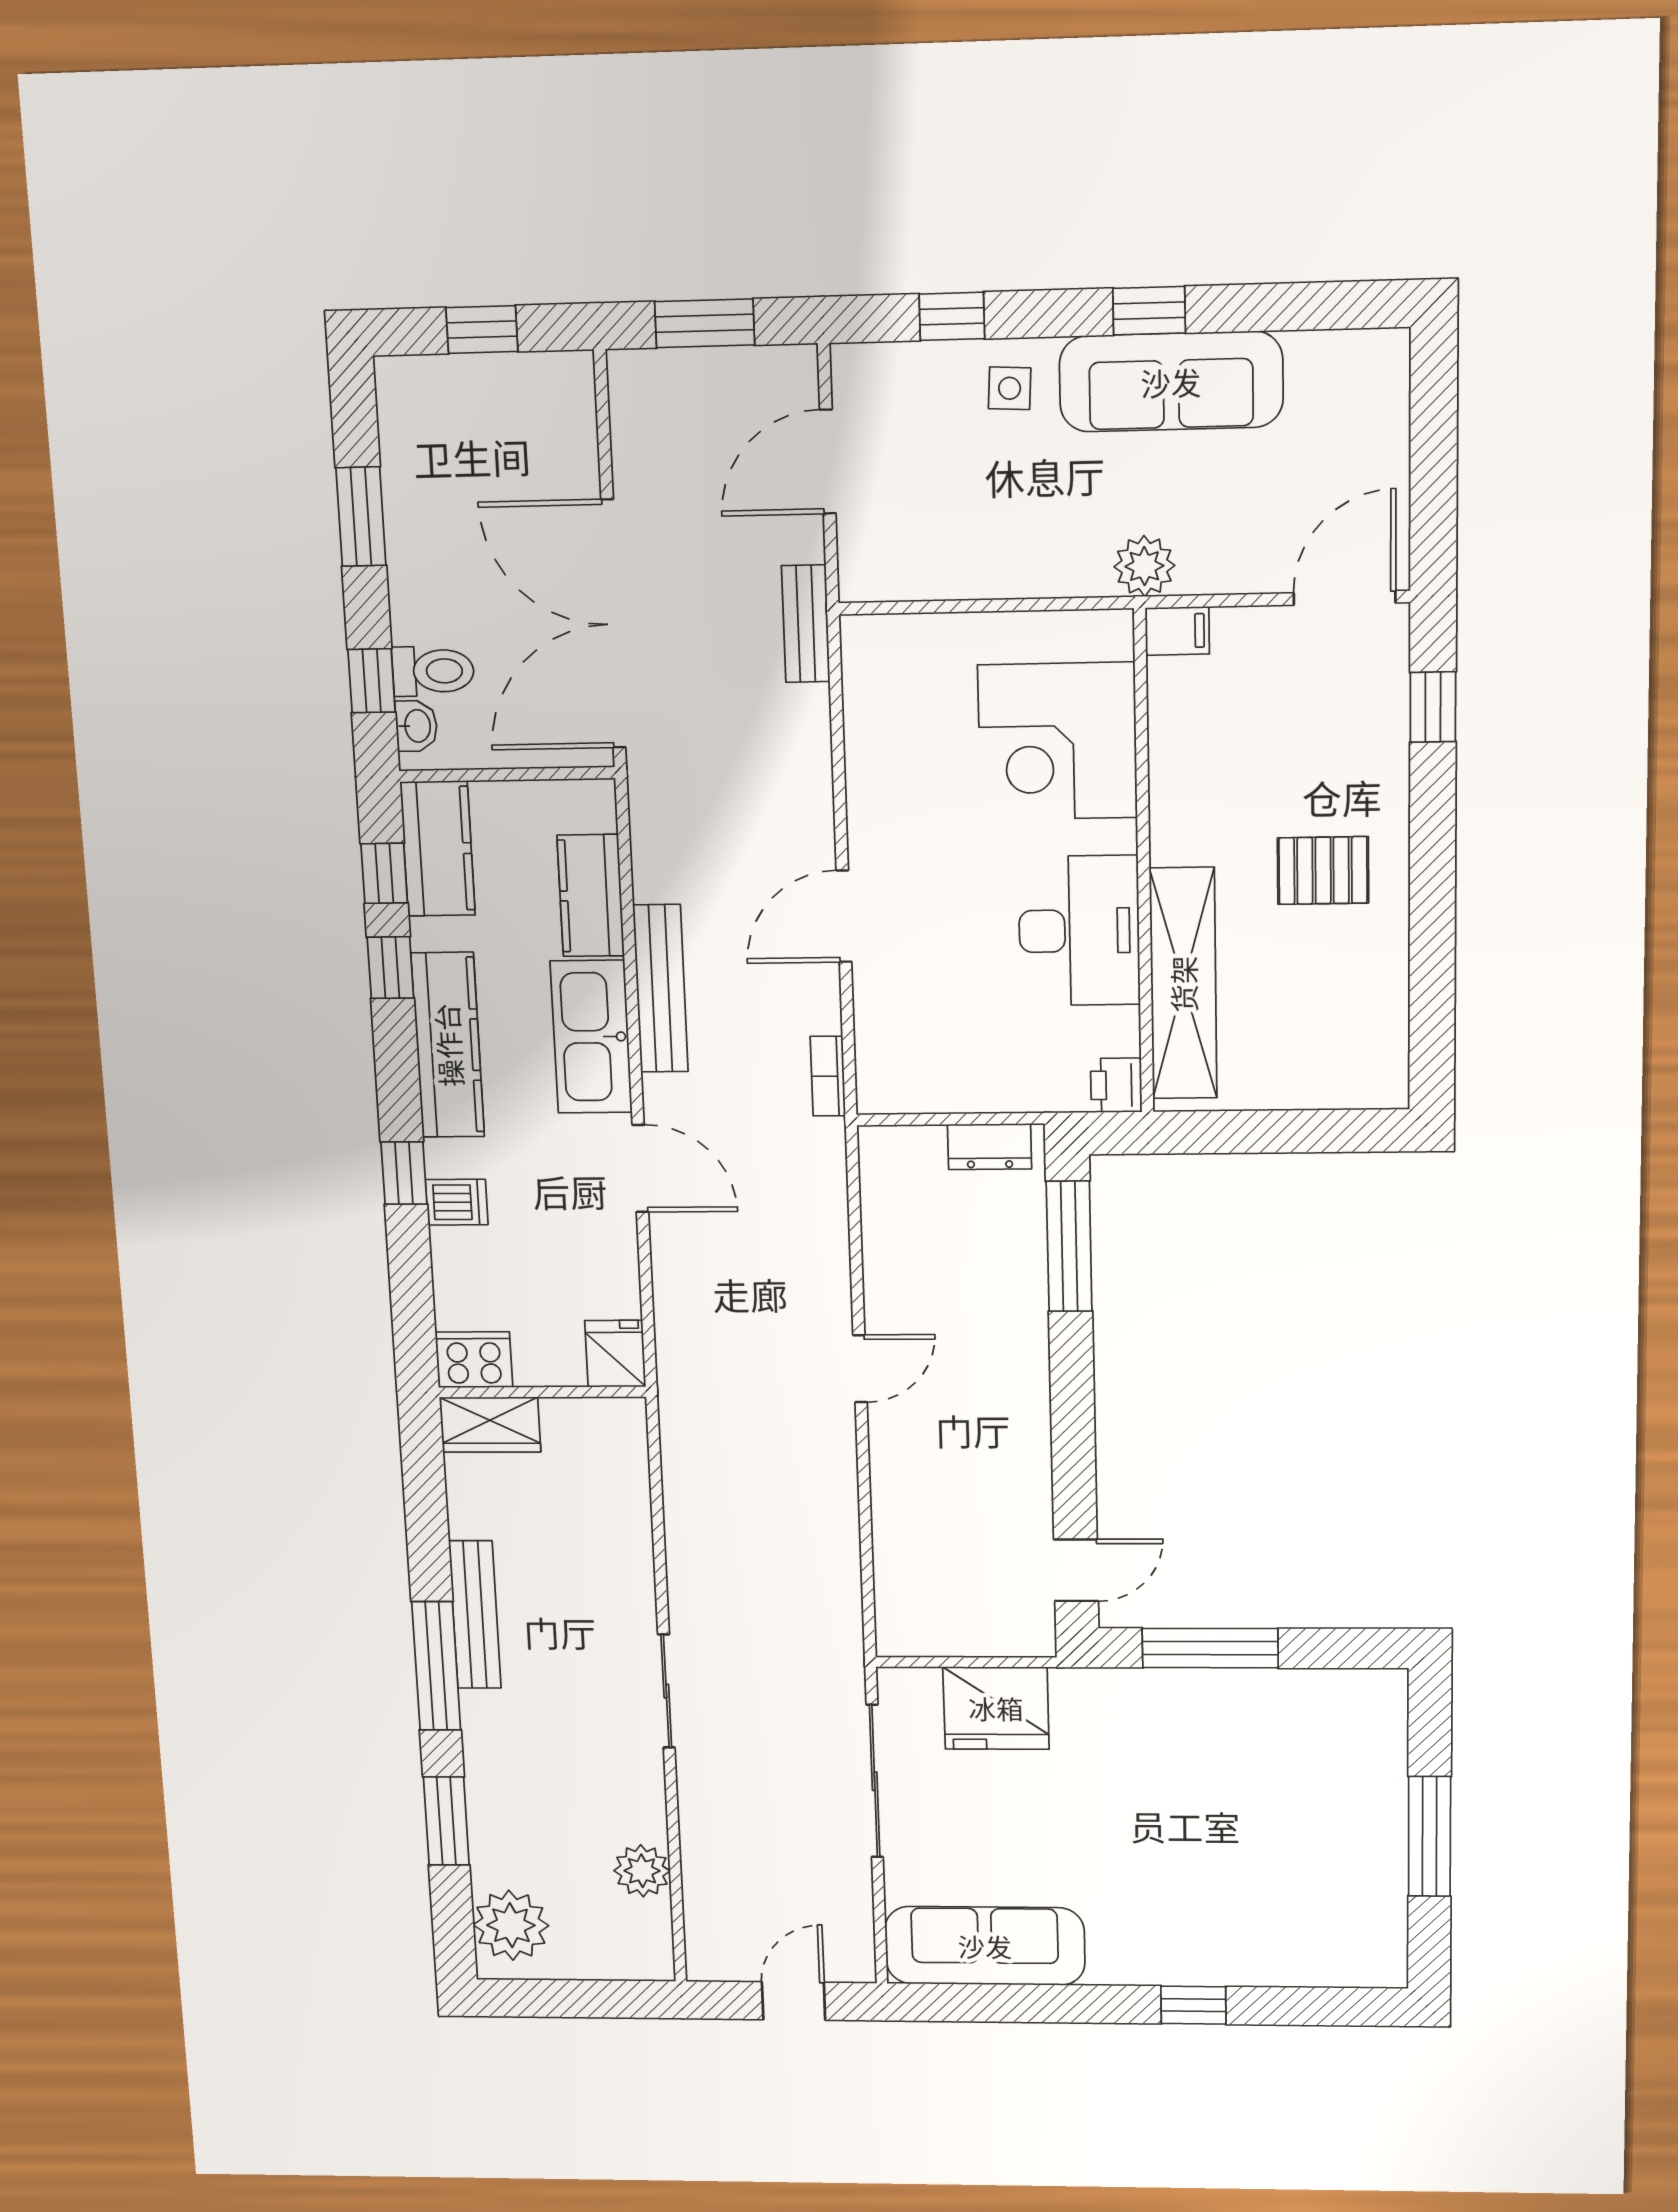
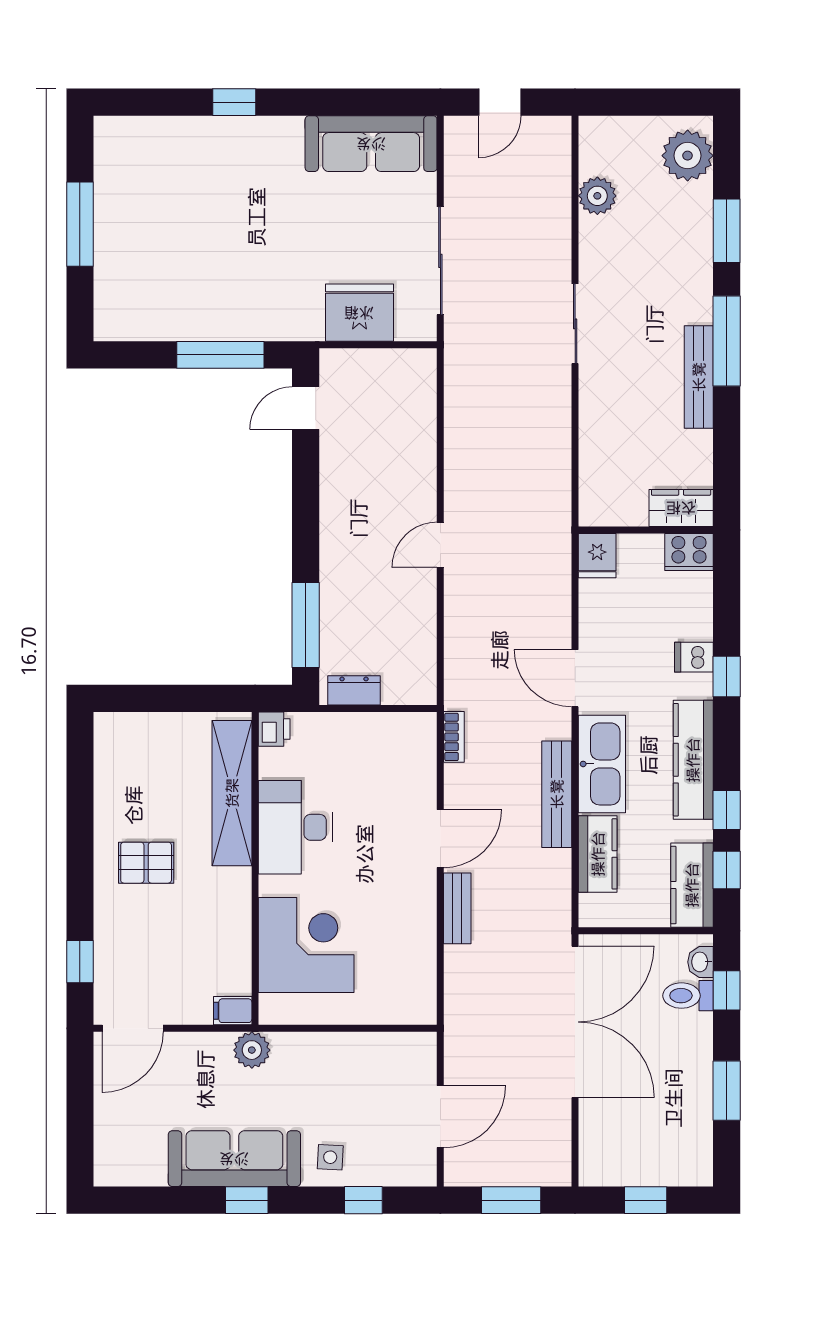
bench: (806, 624) -> (457, 908), moved

